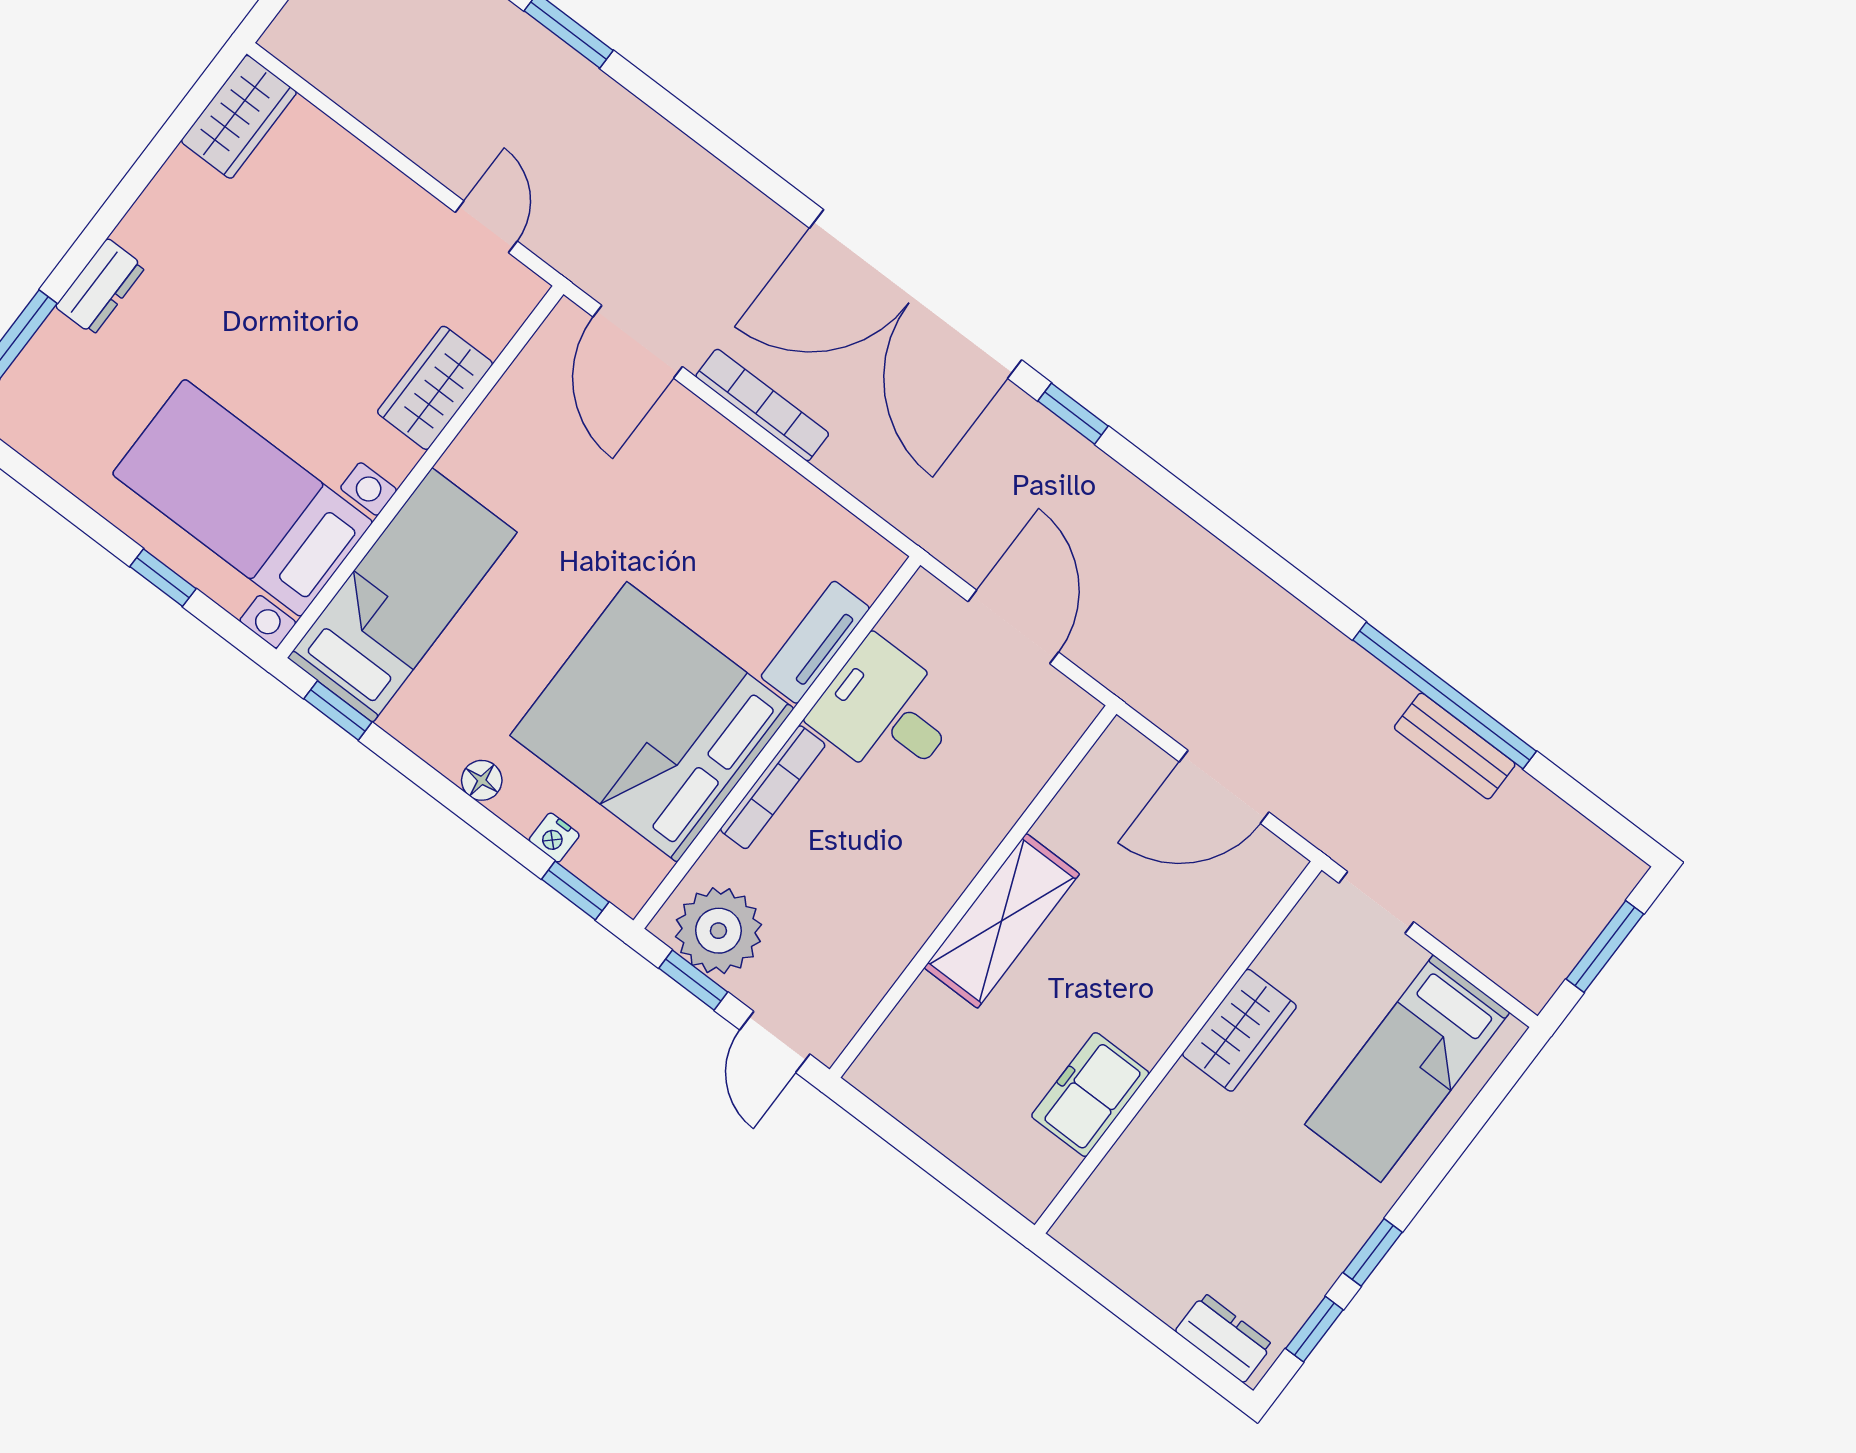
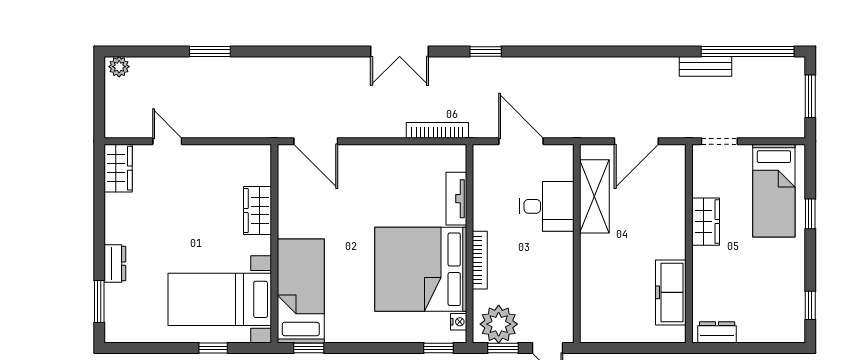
door: (486, 227) -> (167, 141), moved
double door: (916, 294) -> (400, 51), width x0.54
bookcase: (762, 405) -> (437, 130), moved
window: (1445, 696) -> (748, 51), moved
desk: (886, 712) -> (547, 206), moved, turned 180
floor lamp: (482, 780) -> (377, 334), removed
nightstand: (554, 838) -> (459, 322), moved, turned -90
shelving: (1002, 921) -> (594, 196), moved
freezer: (1090, 1095) -> (671, 292), width x1.40
window: (1373, 1252) -> (810, 214), moved
dresser: (1224, 1338) -> (717, 332), moved

